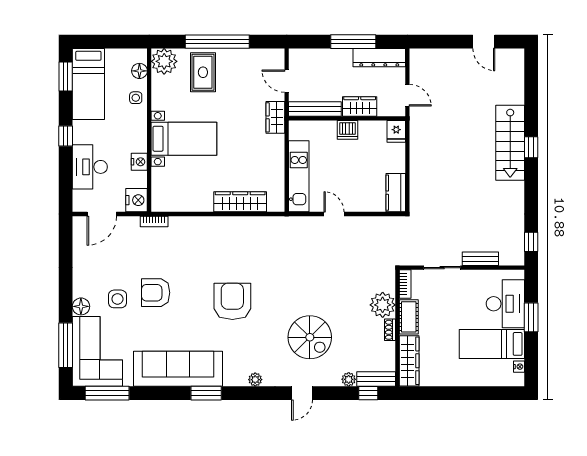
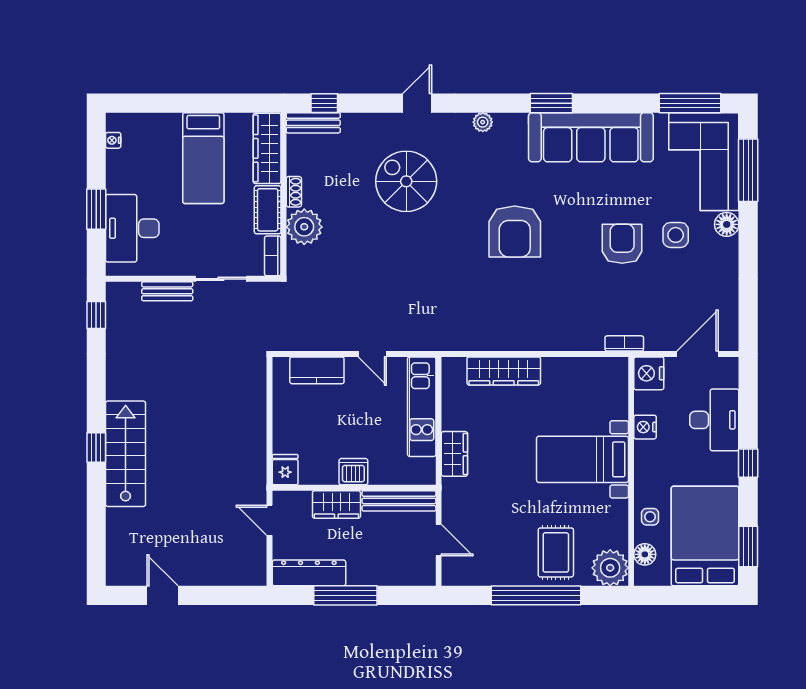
bed: (88, 84) -> (705, 536), width x1.50
wardrobe: (275, 117) -> (454, 454), moved
kitchen counter: (396, 193) -> (317, 370), moved, turned 90
armchair: (156, 293) -> (622, 244), turned -90
bed: (492, 344) -> (203, 158), moved, turned 90
plant: (349, 379) -> (352, 122), removed

